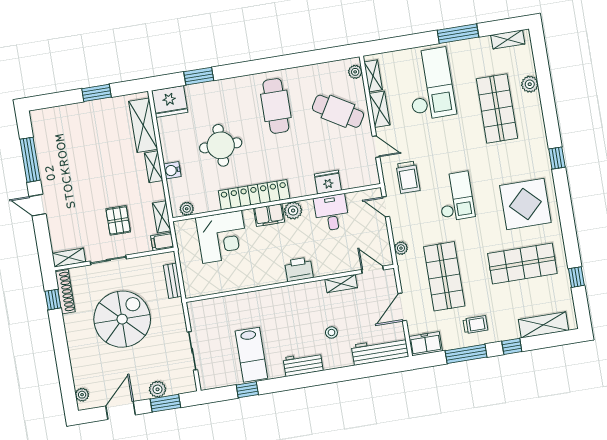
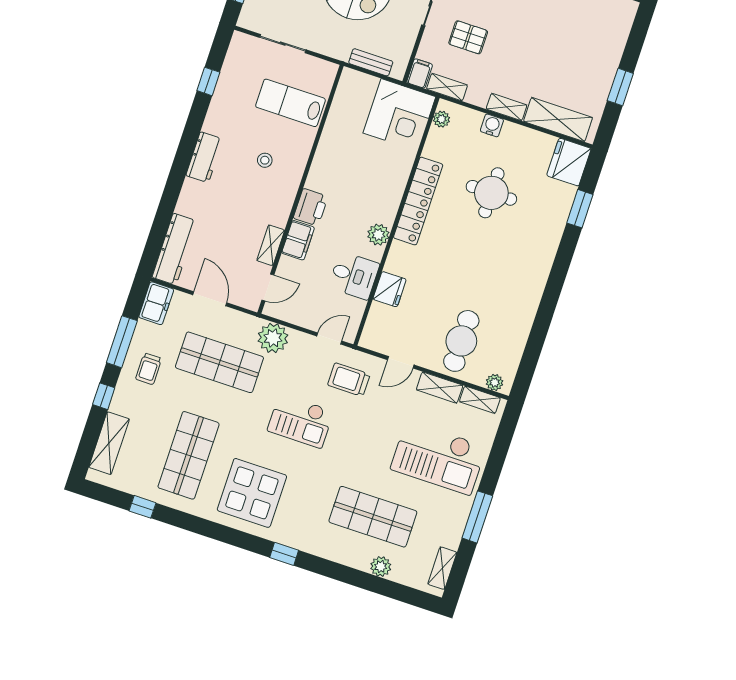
cafe table: (276, 106) -> (503, 276), removed
cafe table: (338, 111) -> (461, 341), turned -31
filing cabinet: (269, 215) -> (298, 240), moved, turned 180
corner desk: (222, 237) -> (399, 115), moved, turned -90
plant: (401, 248) -> (273, 338), width x1.88, depth x1.88
stool: (331, 332) -> (265, 160), moved
lab bench: (251, 355) -> (290, 103), moved

